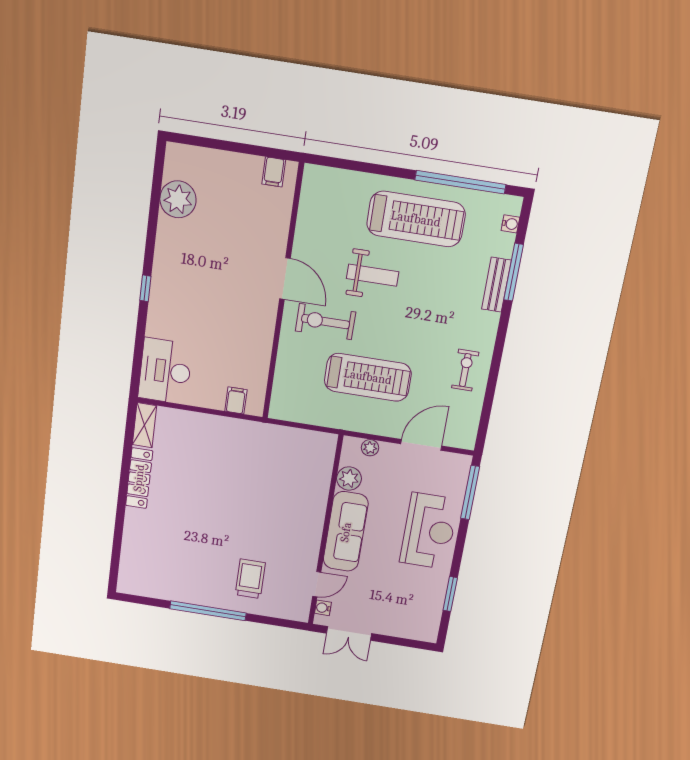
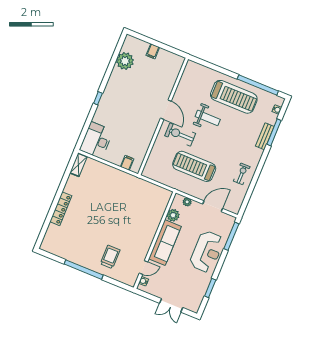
filing cabinet: (274, 172) -> (153, 51), moved
treadmill: (368, 377) -> (194, 166), turned 180
locker: (139, 478) -> (61, 209), moved
double door: (349, 633) -> (171, 305), moved

